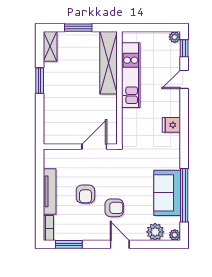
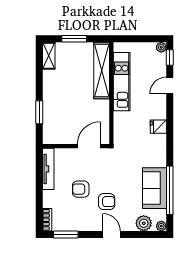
window: (40, 81) -> (39, 112), moved
tv unit: (50, 191) -> (48, 169), moved
armchair: (85, 194) -> (81, 189), turned 90

